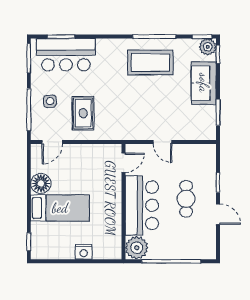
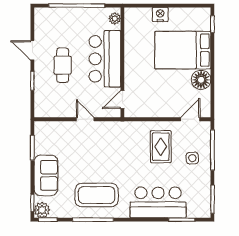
bar counter: (66, 55) -> (158, 202), moved
bed: (60, 208) -> (183, 50), width x1.50
plant: (137, 248) -> (115, 19), width x0.53, depth x0.53

